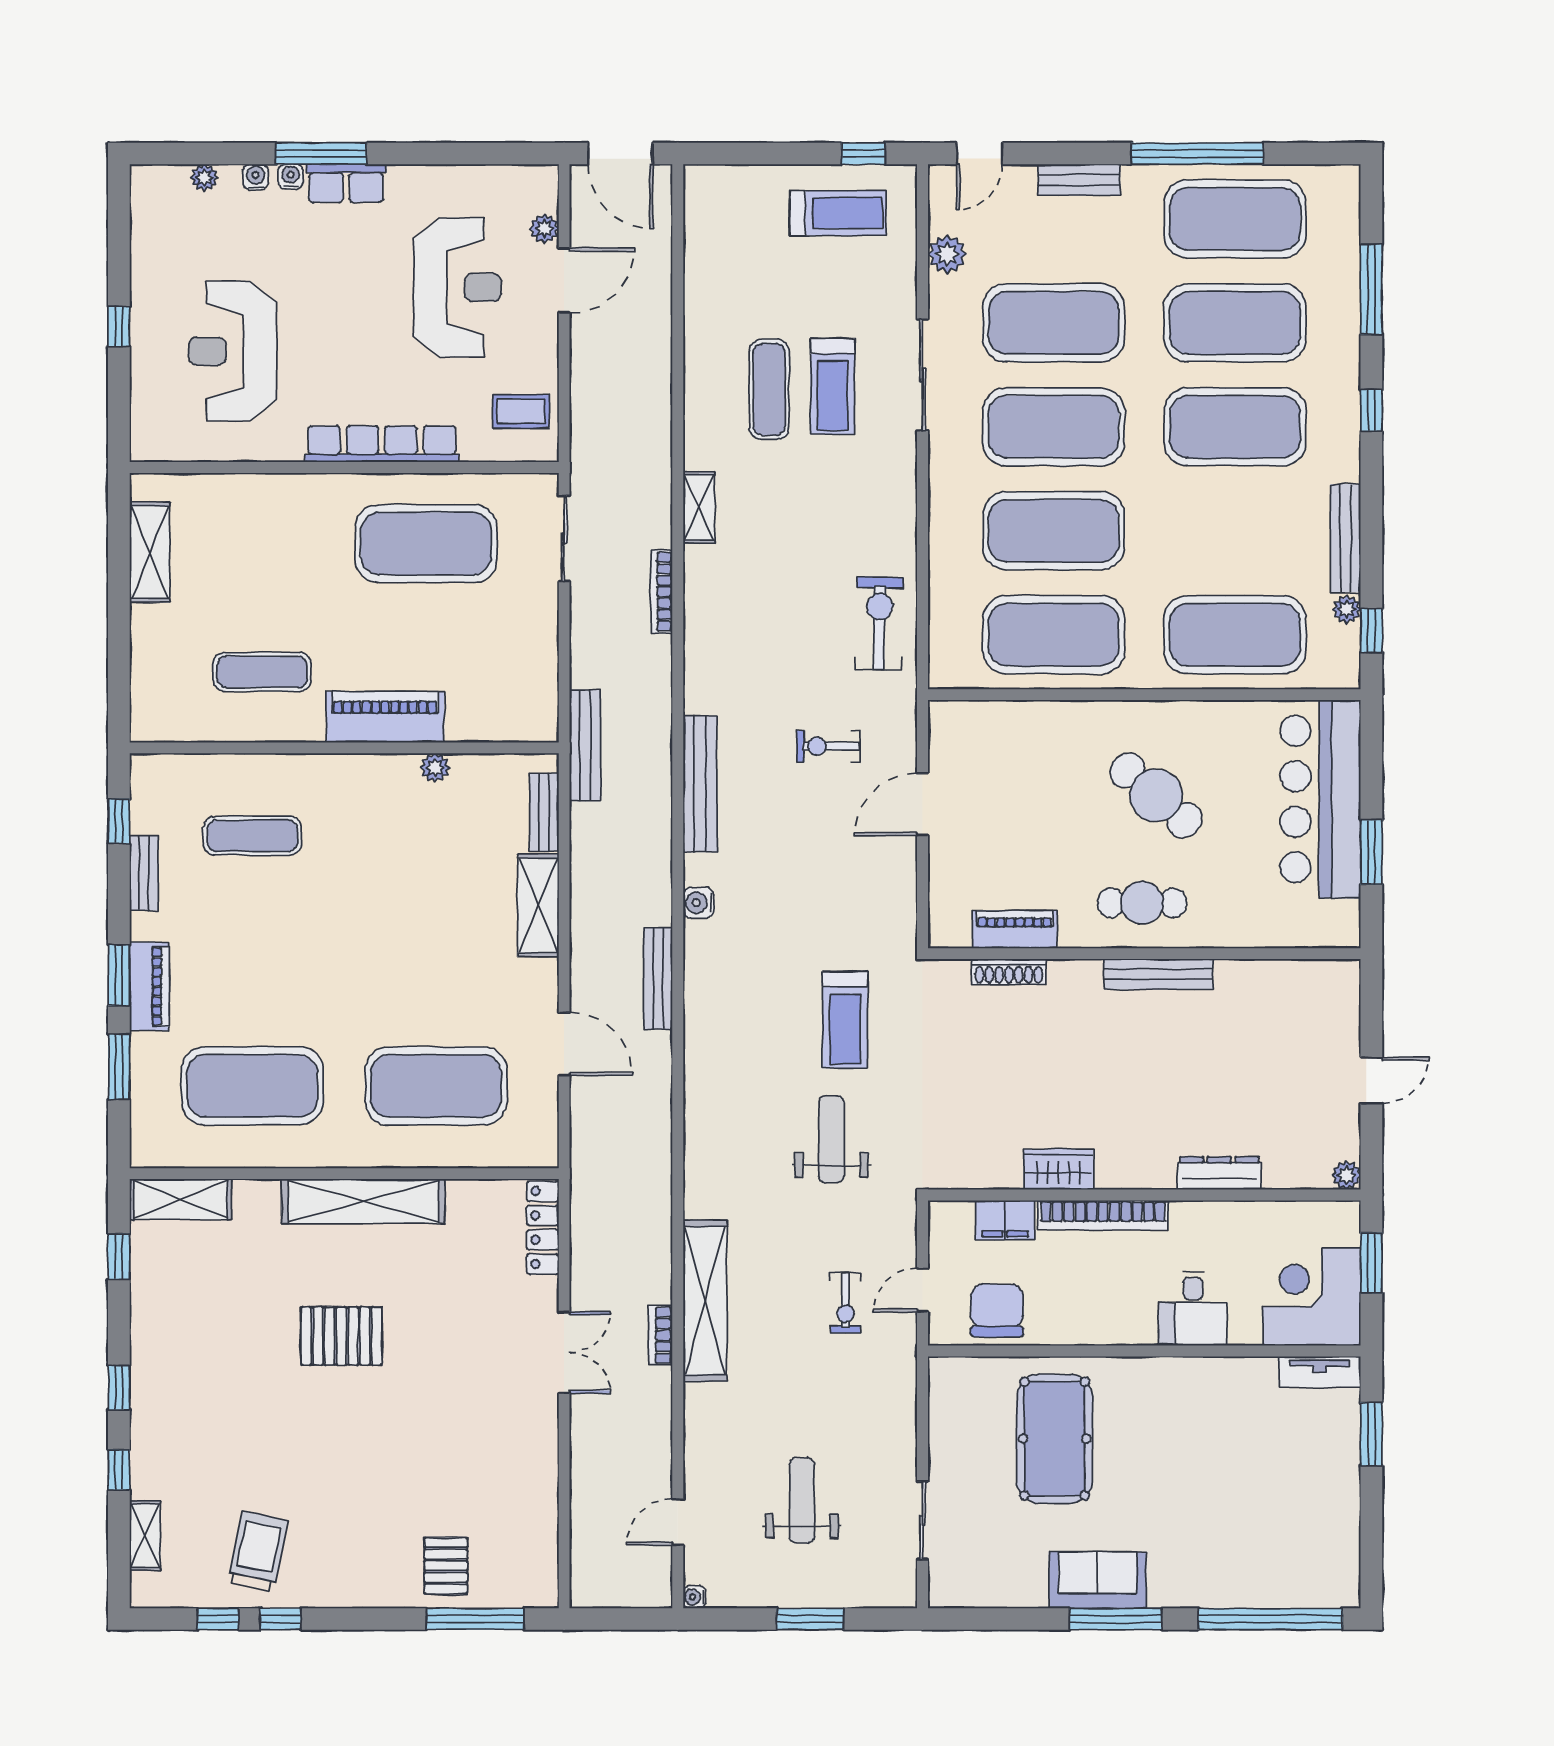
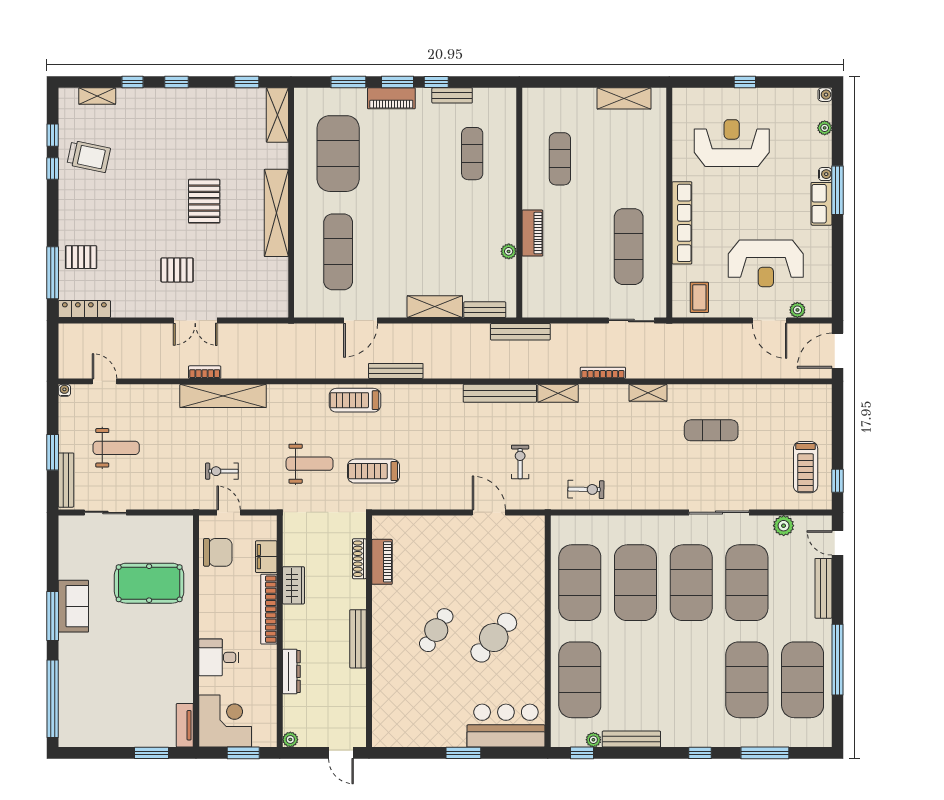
water cooler: (256, 177) -> (825, 95), moved
bench: (1079, 180) -> (823, 588), width x1.36
treadmill: (833, 386) -> (355, 400), moved
exercise mat: (1235, 427) -> (691, 680), removed
exercise mat: (426, 544) -> (629, 247), width x0.68
exercise bike: (879, 623) -> (586, 489), width x0.73, depth x0.72
shelving: (700, 675) -> (558, 393), added
piano: (385, 717) -> (532, 233), width x0.73, depth x0.75
bar counter: (1320, 799) -> (506, 726), width x0.73
window: (119, 821) -> (436, 82), moved
water cooler: (699, 903) -> (436, 393), removed
cafe table: (1142, 903) -> (436, 630), turned 32
piano: (1015, 929) -> (382, 562), moved
wall: (1144, 954) -> (369, 631), moved
shoe rack: (1009, 972) -> (359, 559), moved
bench: (1158, 974) -> (358, 639), moved
exercise mat: (436, 1086) -> (338, 252), width x0.68
locker: (543, 1228) -> (84, 309), moved
pallet: (470, 1387) -> (177, 270), added
bench: (862, 1594) -> (66, 480), added

